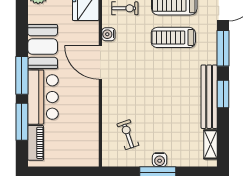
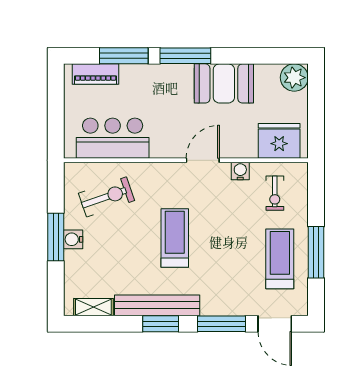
treadmill: (173, 37) -> (175, 238), moved
door: (100, 62) -> (203, 160), width x0.73
bar counter: (43, 97) -> (113, 138), moved, turned 180
exercise bike: (128, 135) -> (106, 197), width x1.38, depth x1.39

